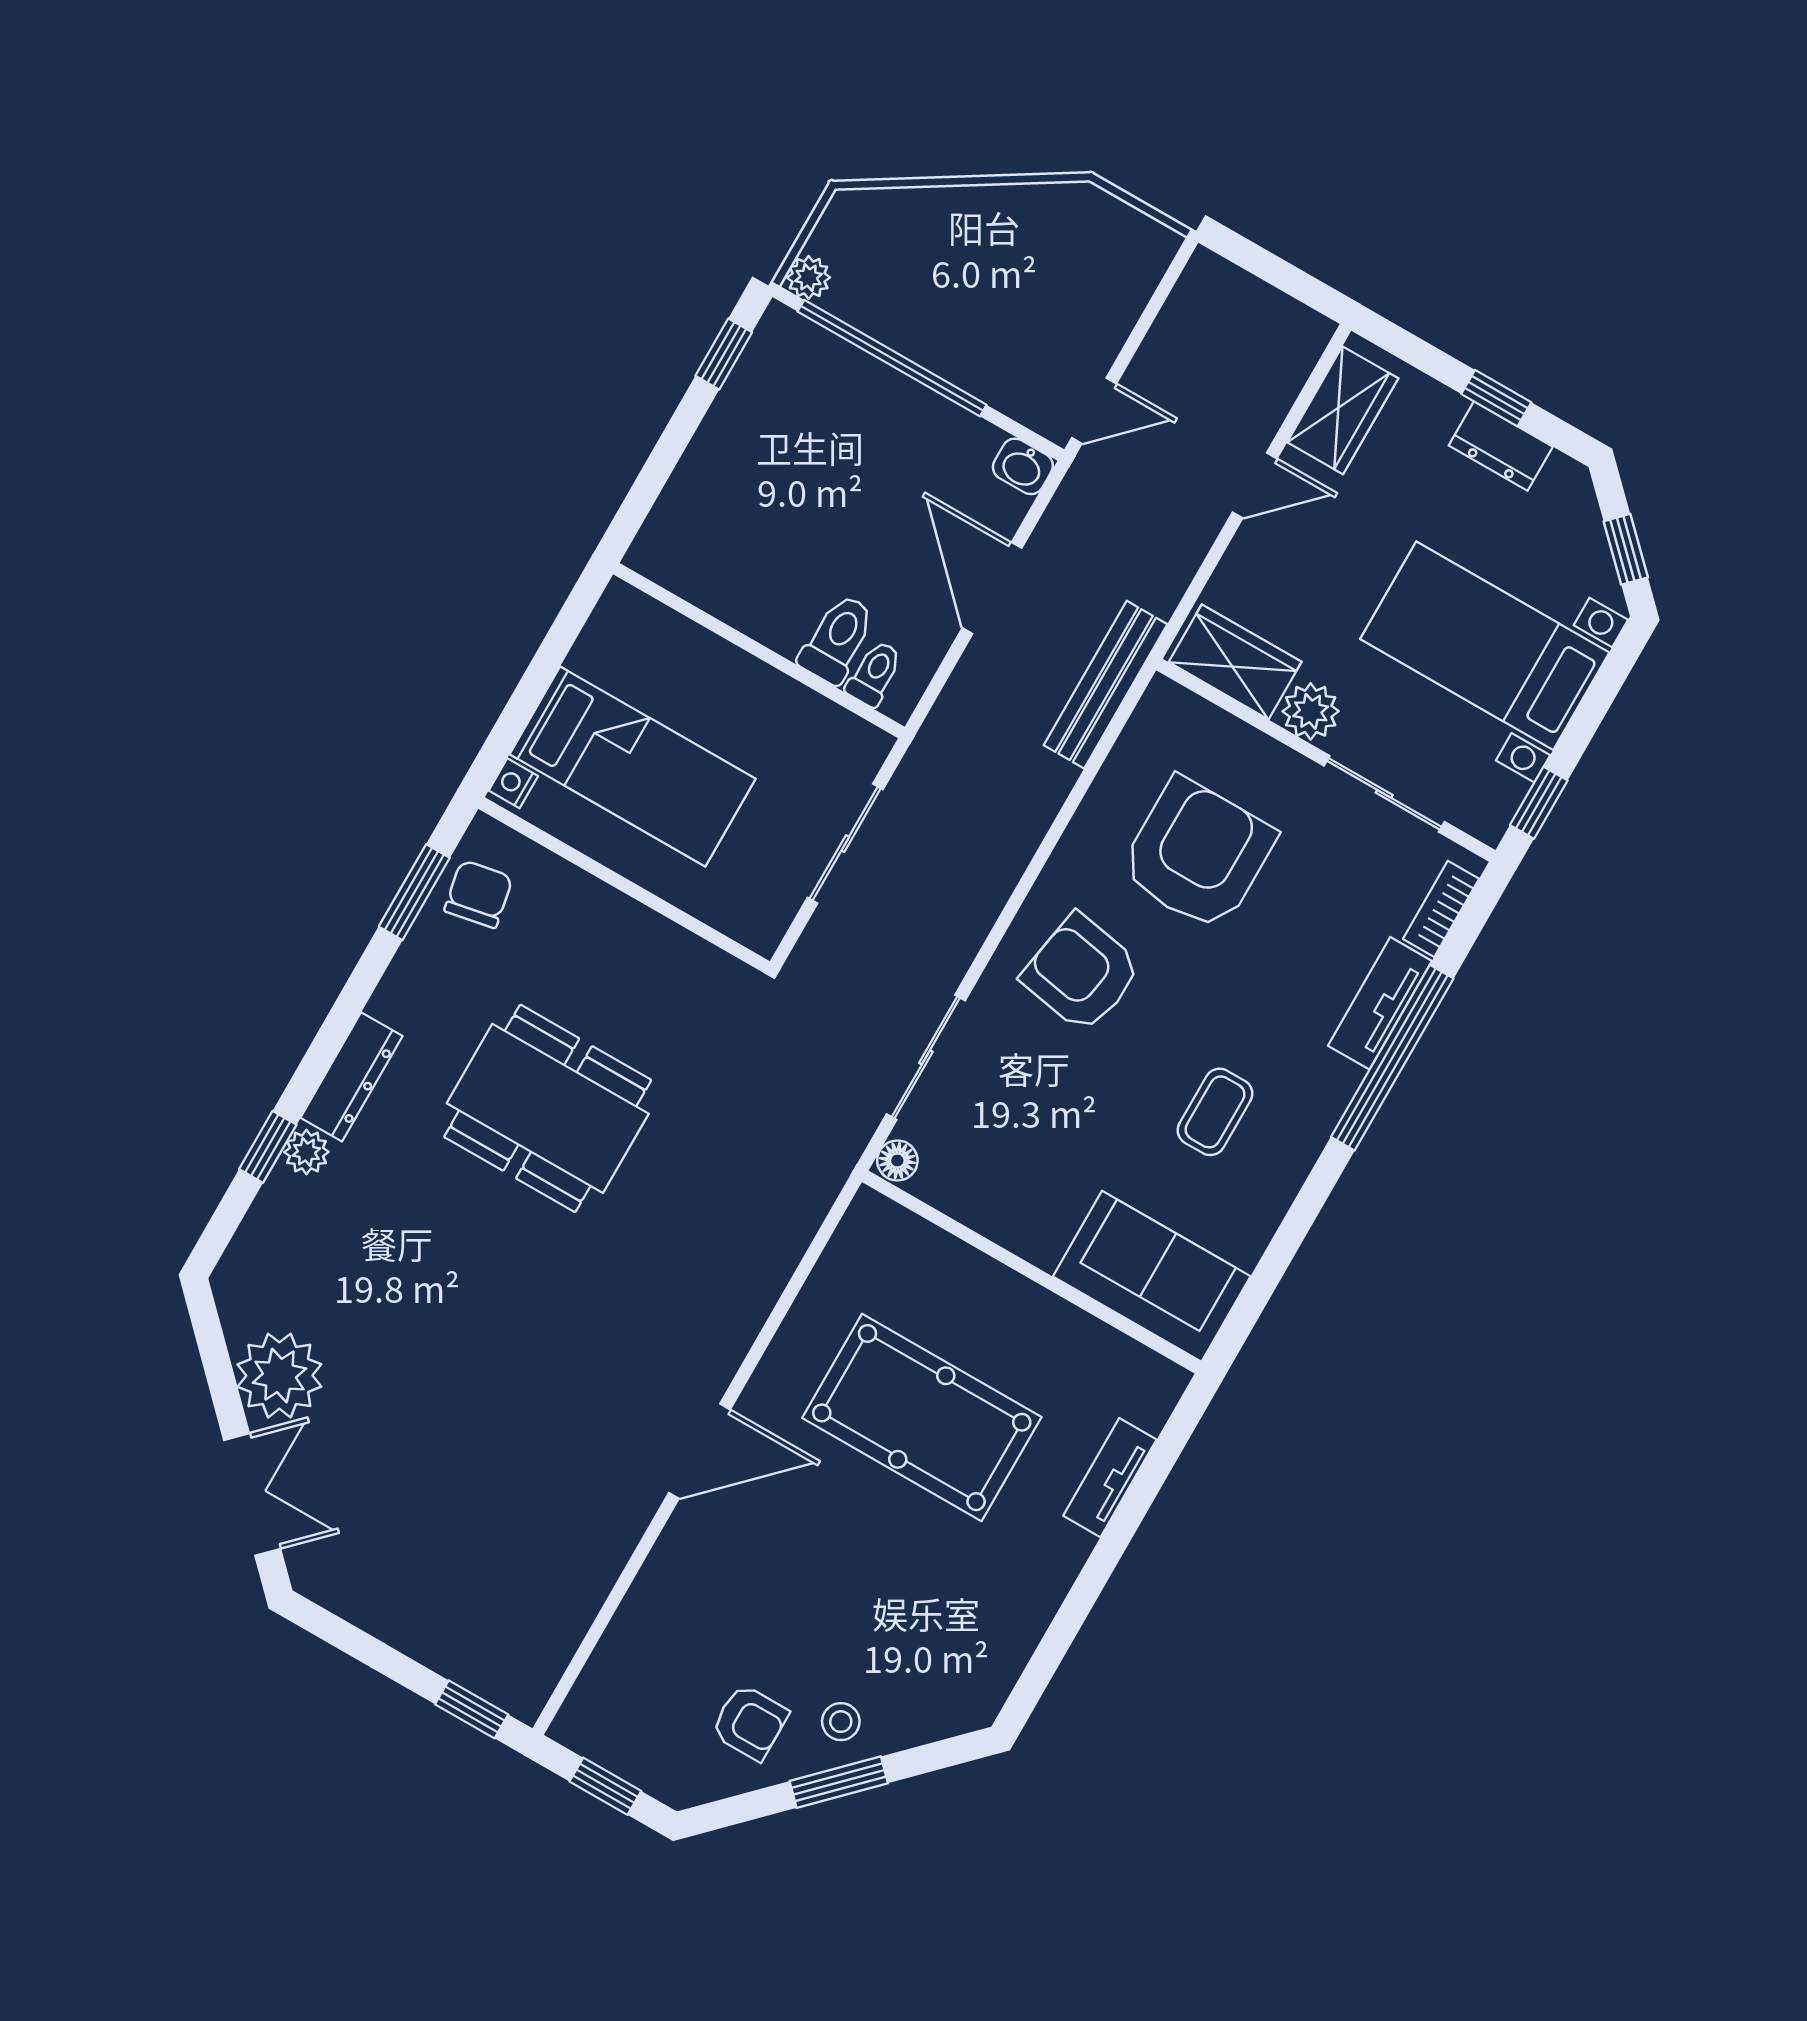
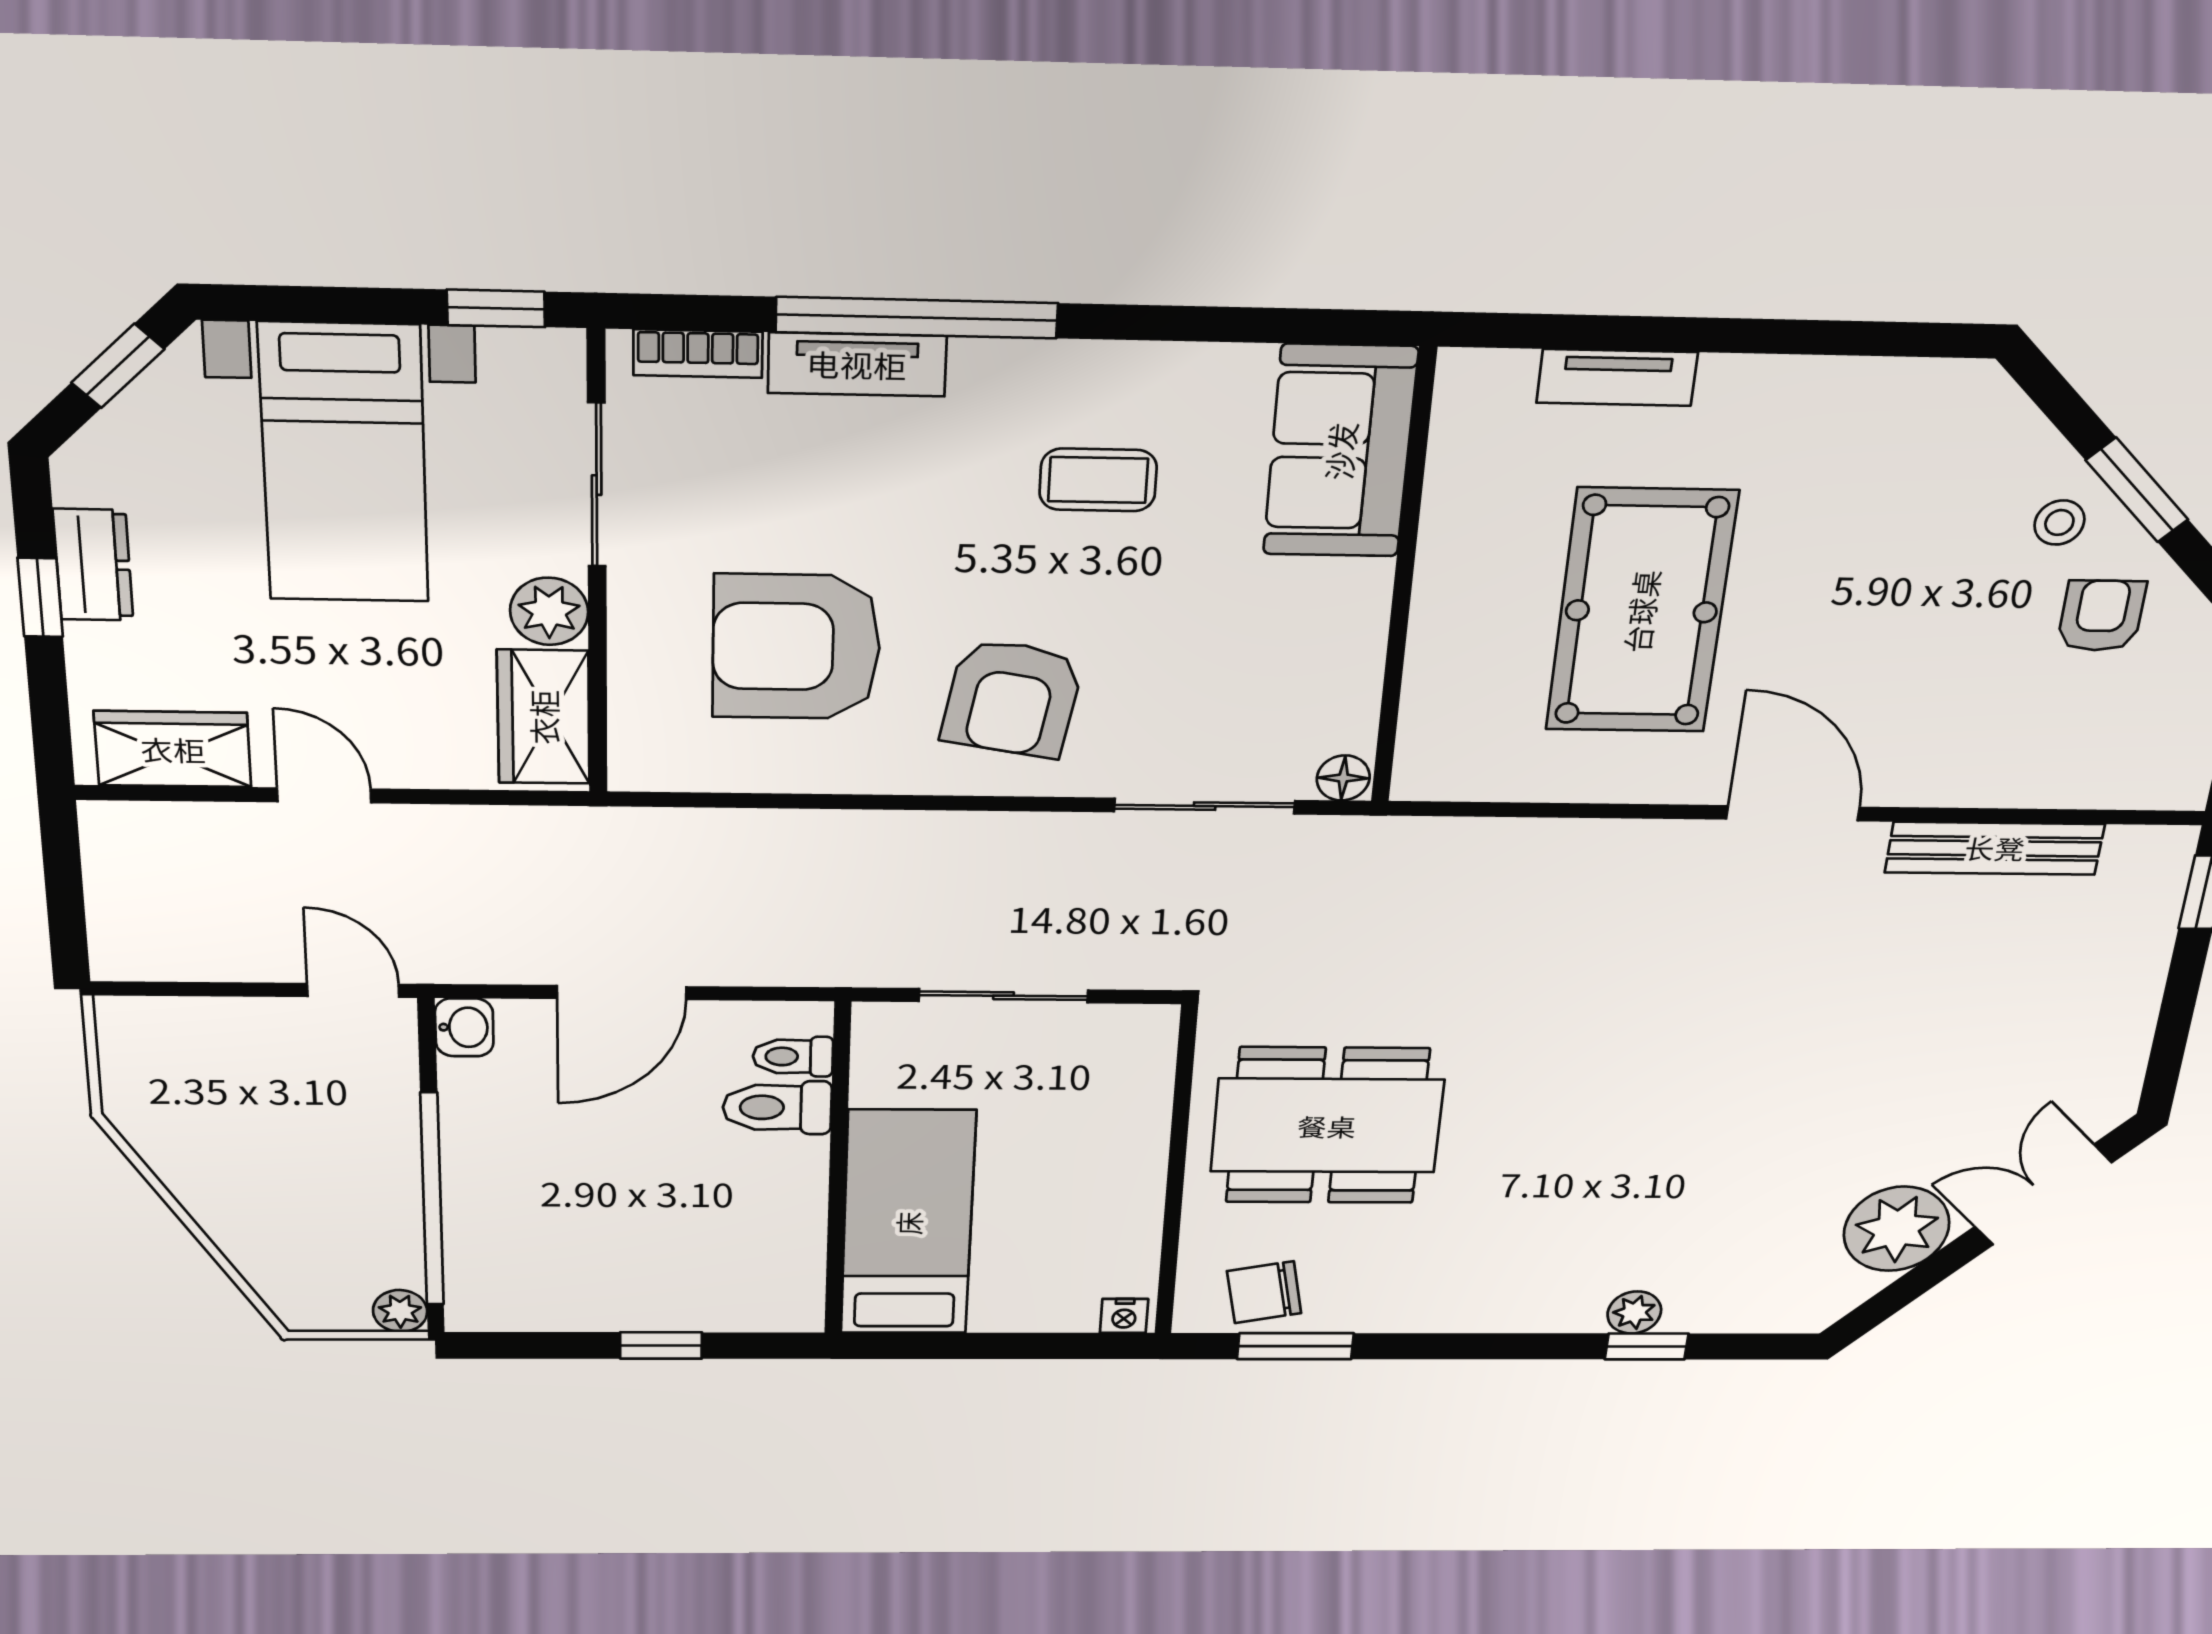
window: (724, 354) -> (661, 1346), moved
bench: (1106, 685) -> (1995, 848), moved
bed: (633, 766) -> (908, 1223), moved
dresser: (352, 1077) -> (1530, 1311), removed
dining table: (548, 1108) -> (1327, 1126), moved, turned 90

